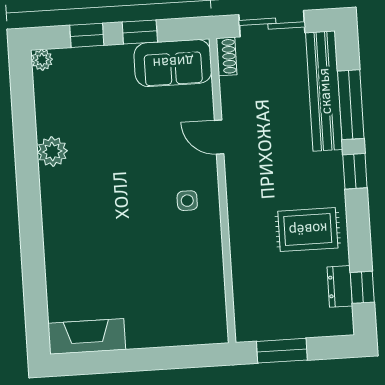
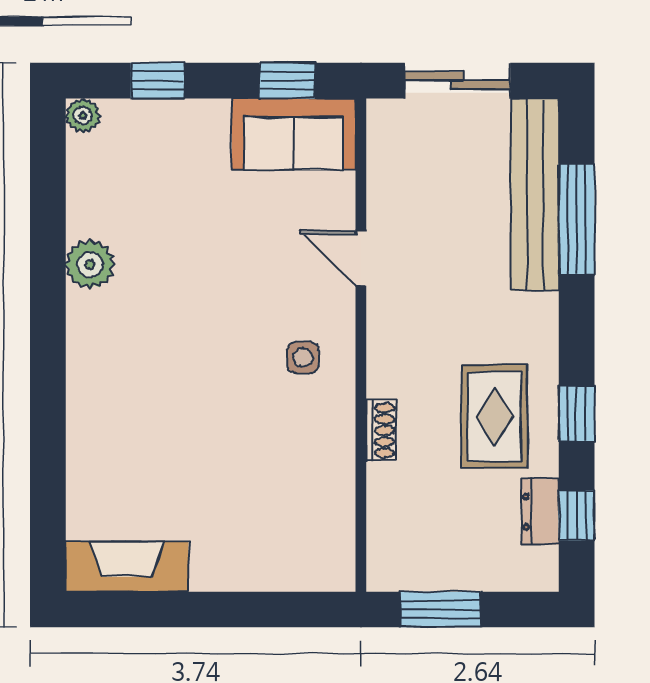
window: (140, 32) -> (287, 81), moved
shoe rack: (227, 56) -> (381, 430), moved
window: (355, 171) -> (577, 413), moved
rug: (308, 230) -> (495, 417), turned 90

